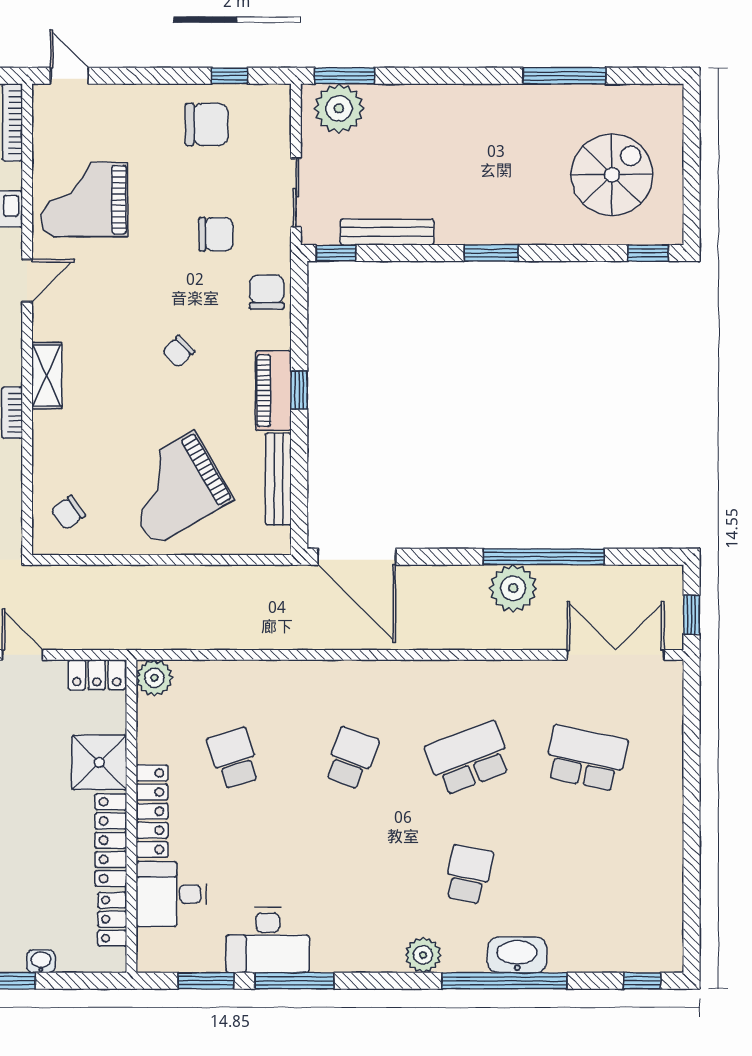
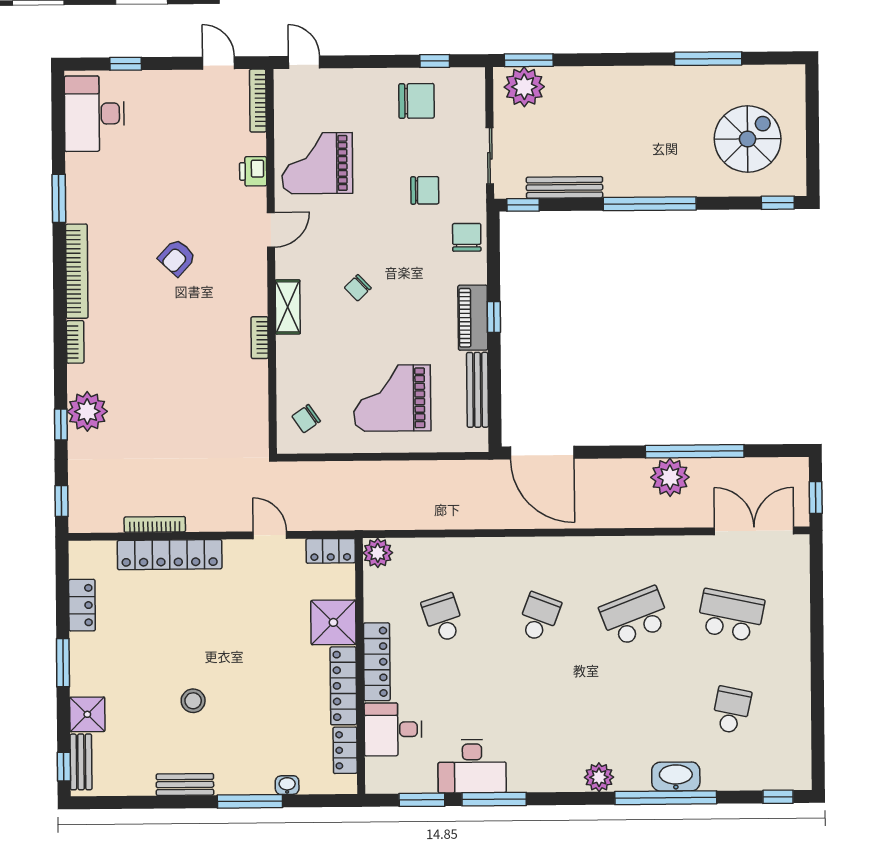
window: (491, 253) -> (650, 204), width x2.11
chair: (178, 351) -> (358, 288), moved
grand piano: (174, 488) -> (392, 398), turned 30
school desk: (469, 874) -> (731, 710), moved

